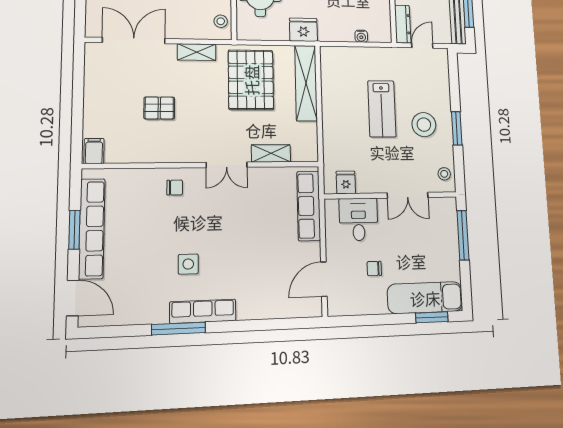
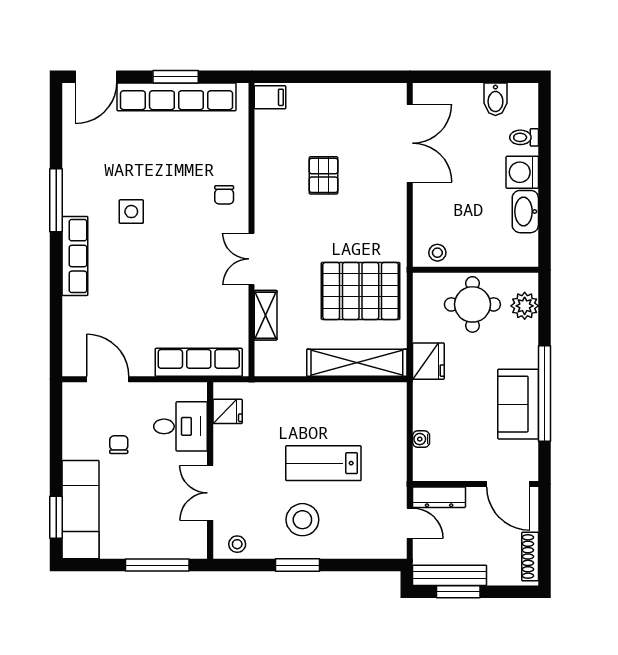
shelving: (197, 52) -> (396, 222), removed
row of seats: (203, 311) -> (75, 256), moved

